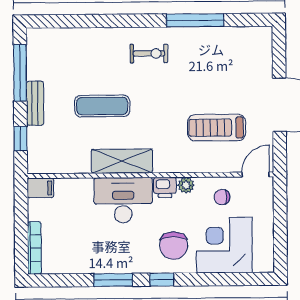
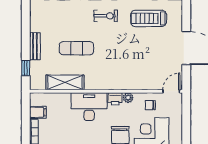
window: (20, 73) -> (26, 27), removed
treadmill: (217, 128) -> (149, 18), moved
shelving: (122, 161) -> (65, 82), moved
filing cabinet: (40, 188) -> (38, 112), moved

